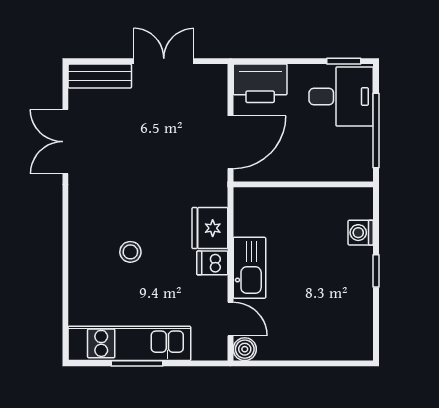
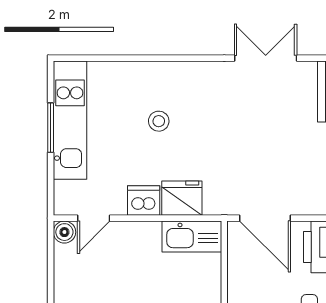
dishwasher: (212, 263) -> (144, 201), width x1.38
kitchen sink: (249, 268) -> (192, 237), moved

